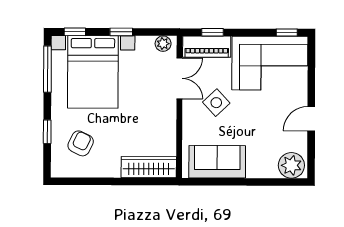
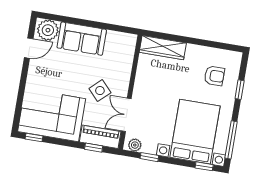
window: (121, 32) -> (149, 157), moved
door: (311, 119) -> (29, 48), moved
armchair: (81, 143) -> (214, 76), turned -116
sofa: (217, 162) -> (82, 39), moved

